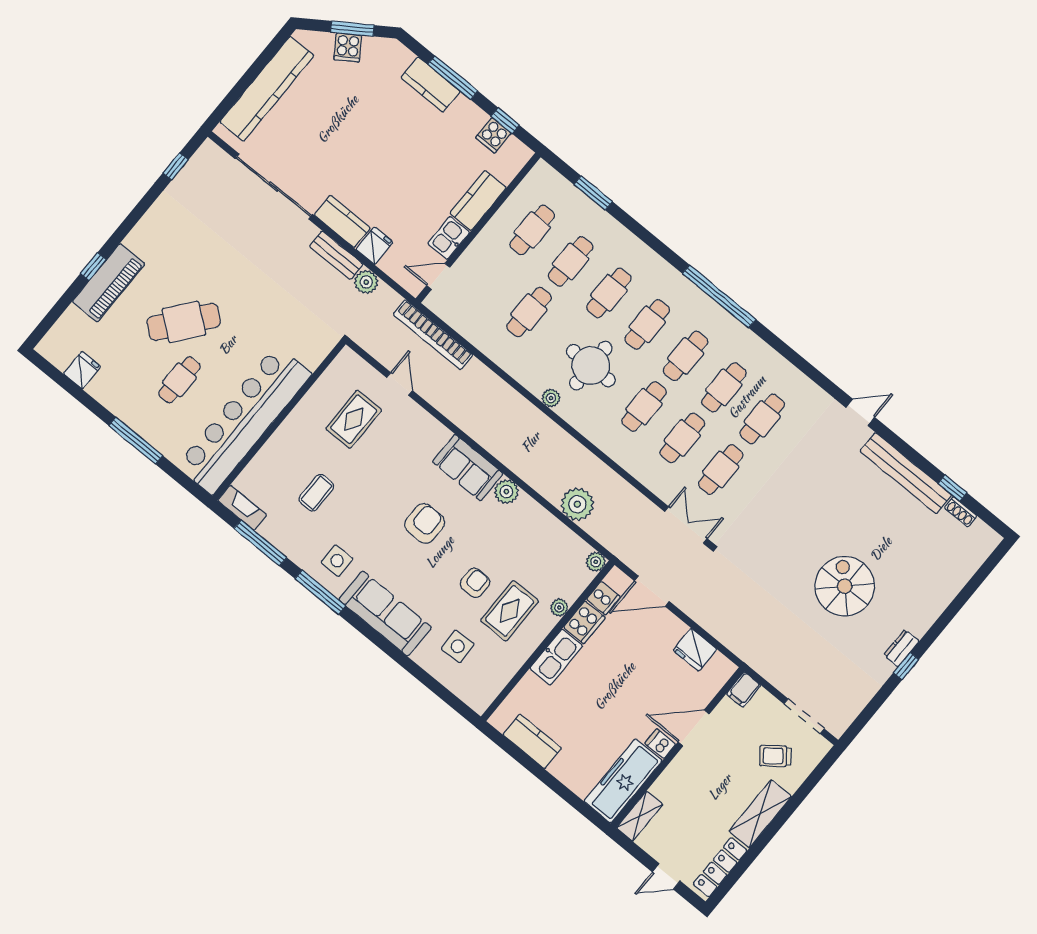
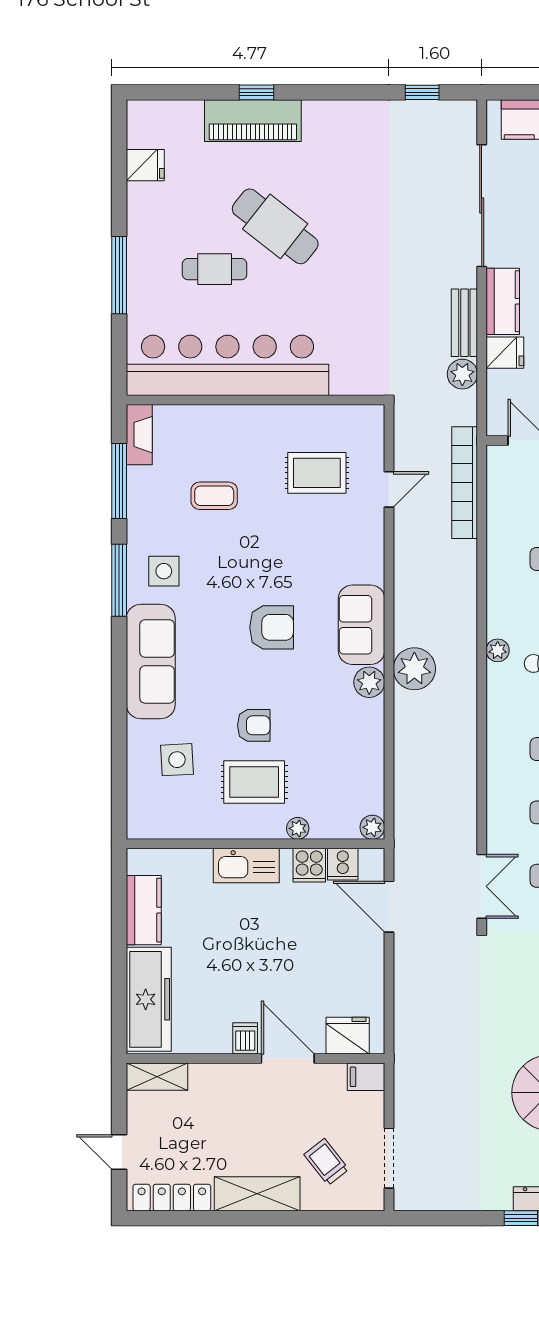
plant: (577, 504) -> (414, 669), moved
cooker: (584, 622) -> (309, 865), width x0.73
fridge: (695, 650) -> (348, 1036), moved, turned 90
freezer: (623, 781) -> (149, 999), moved, turned 90

